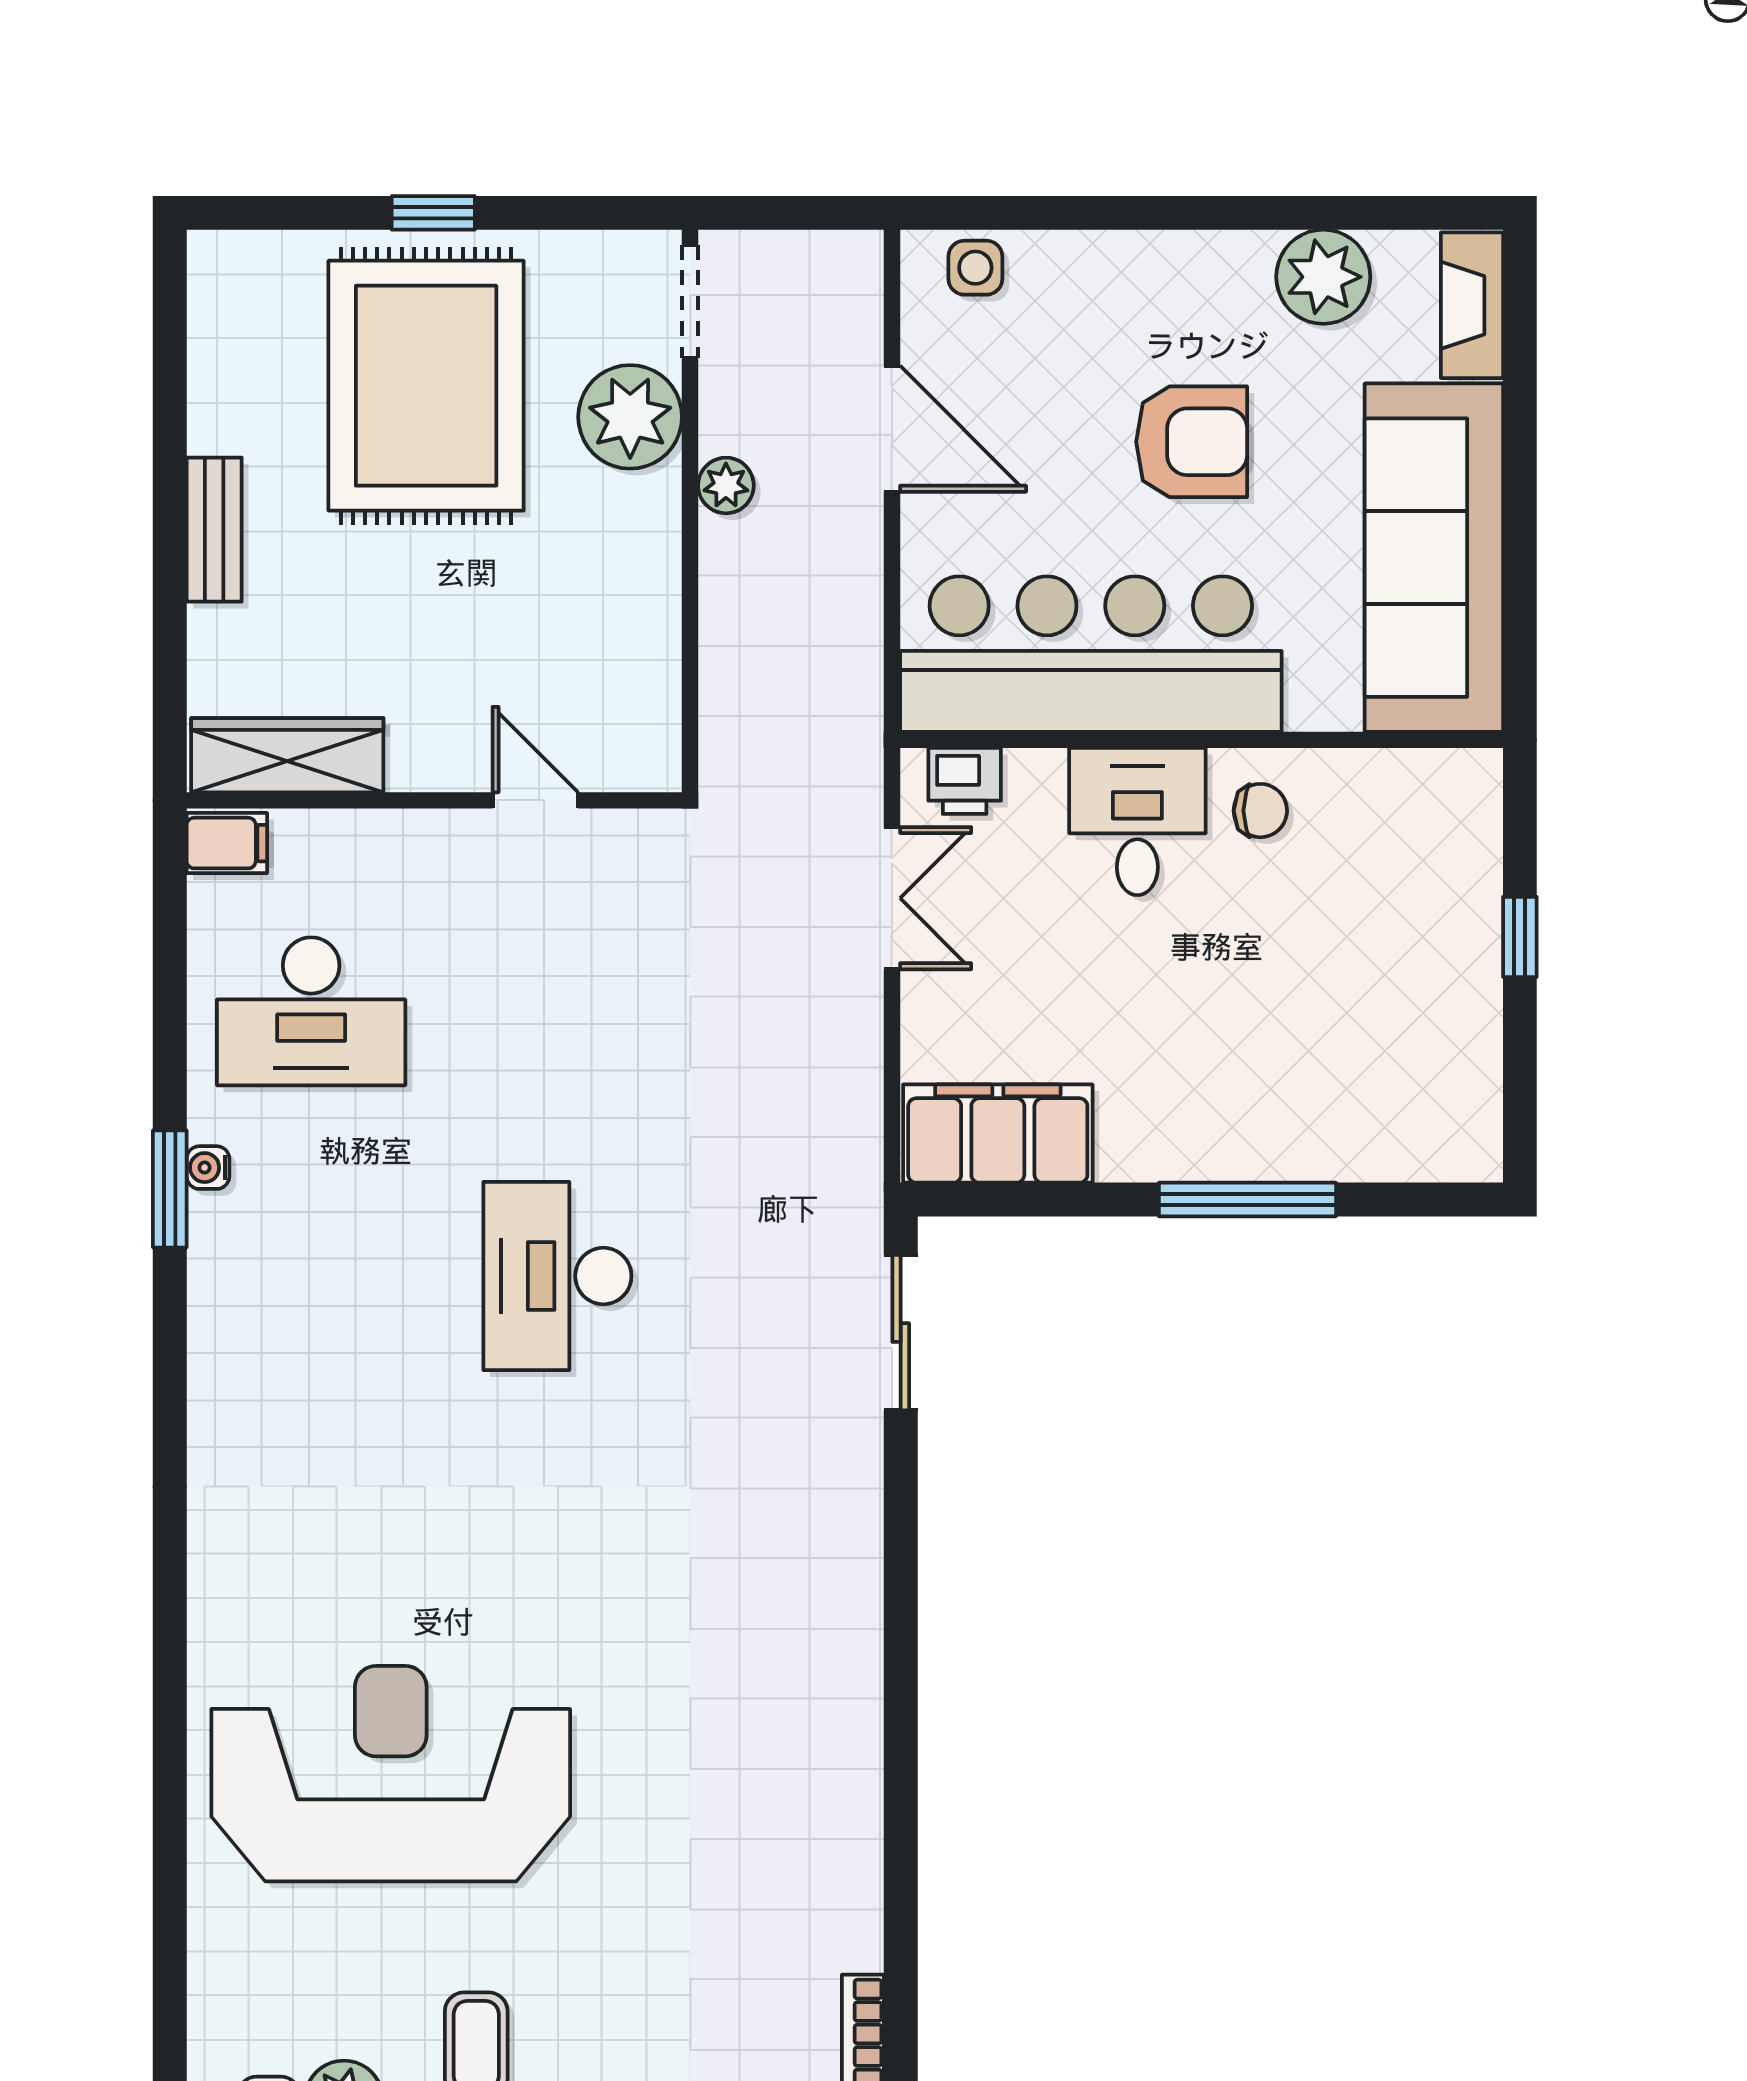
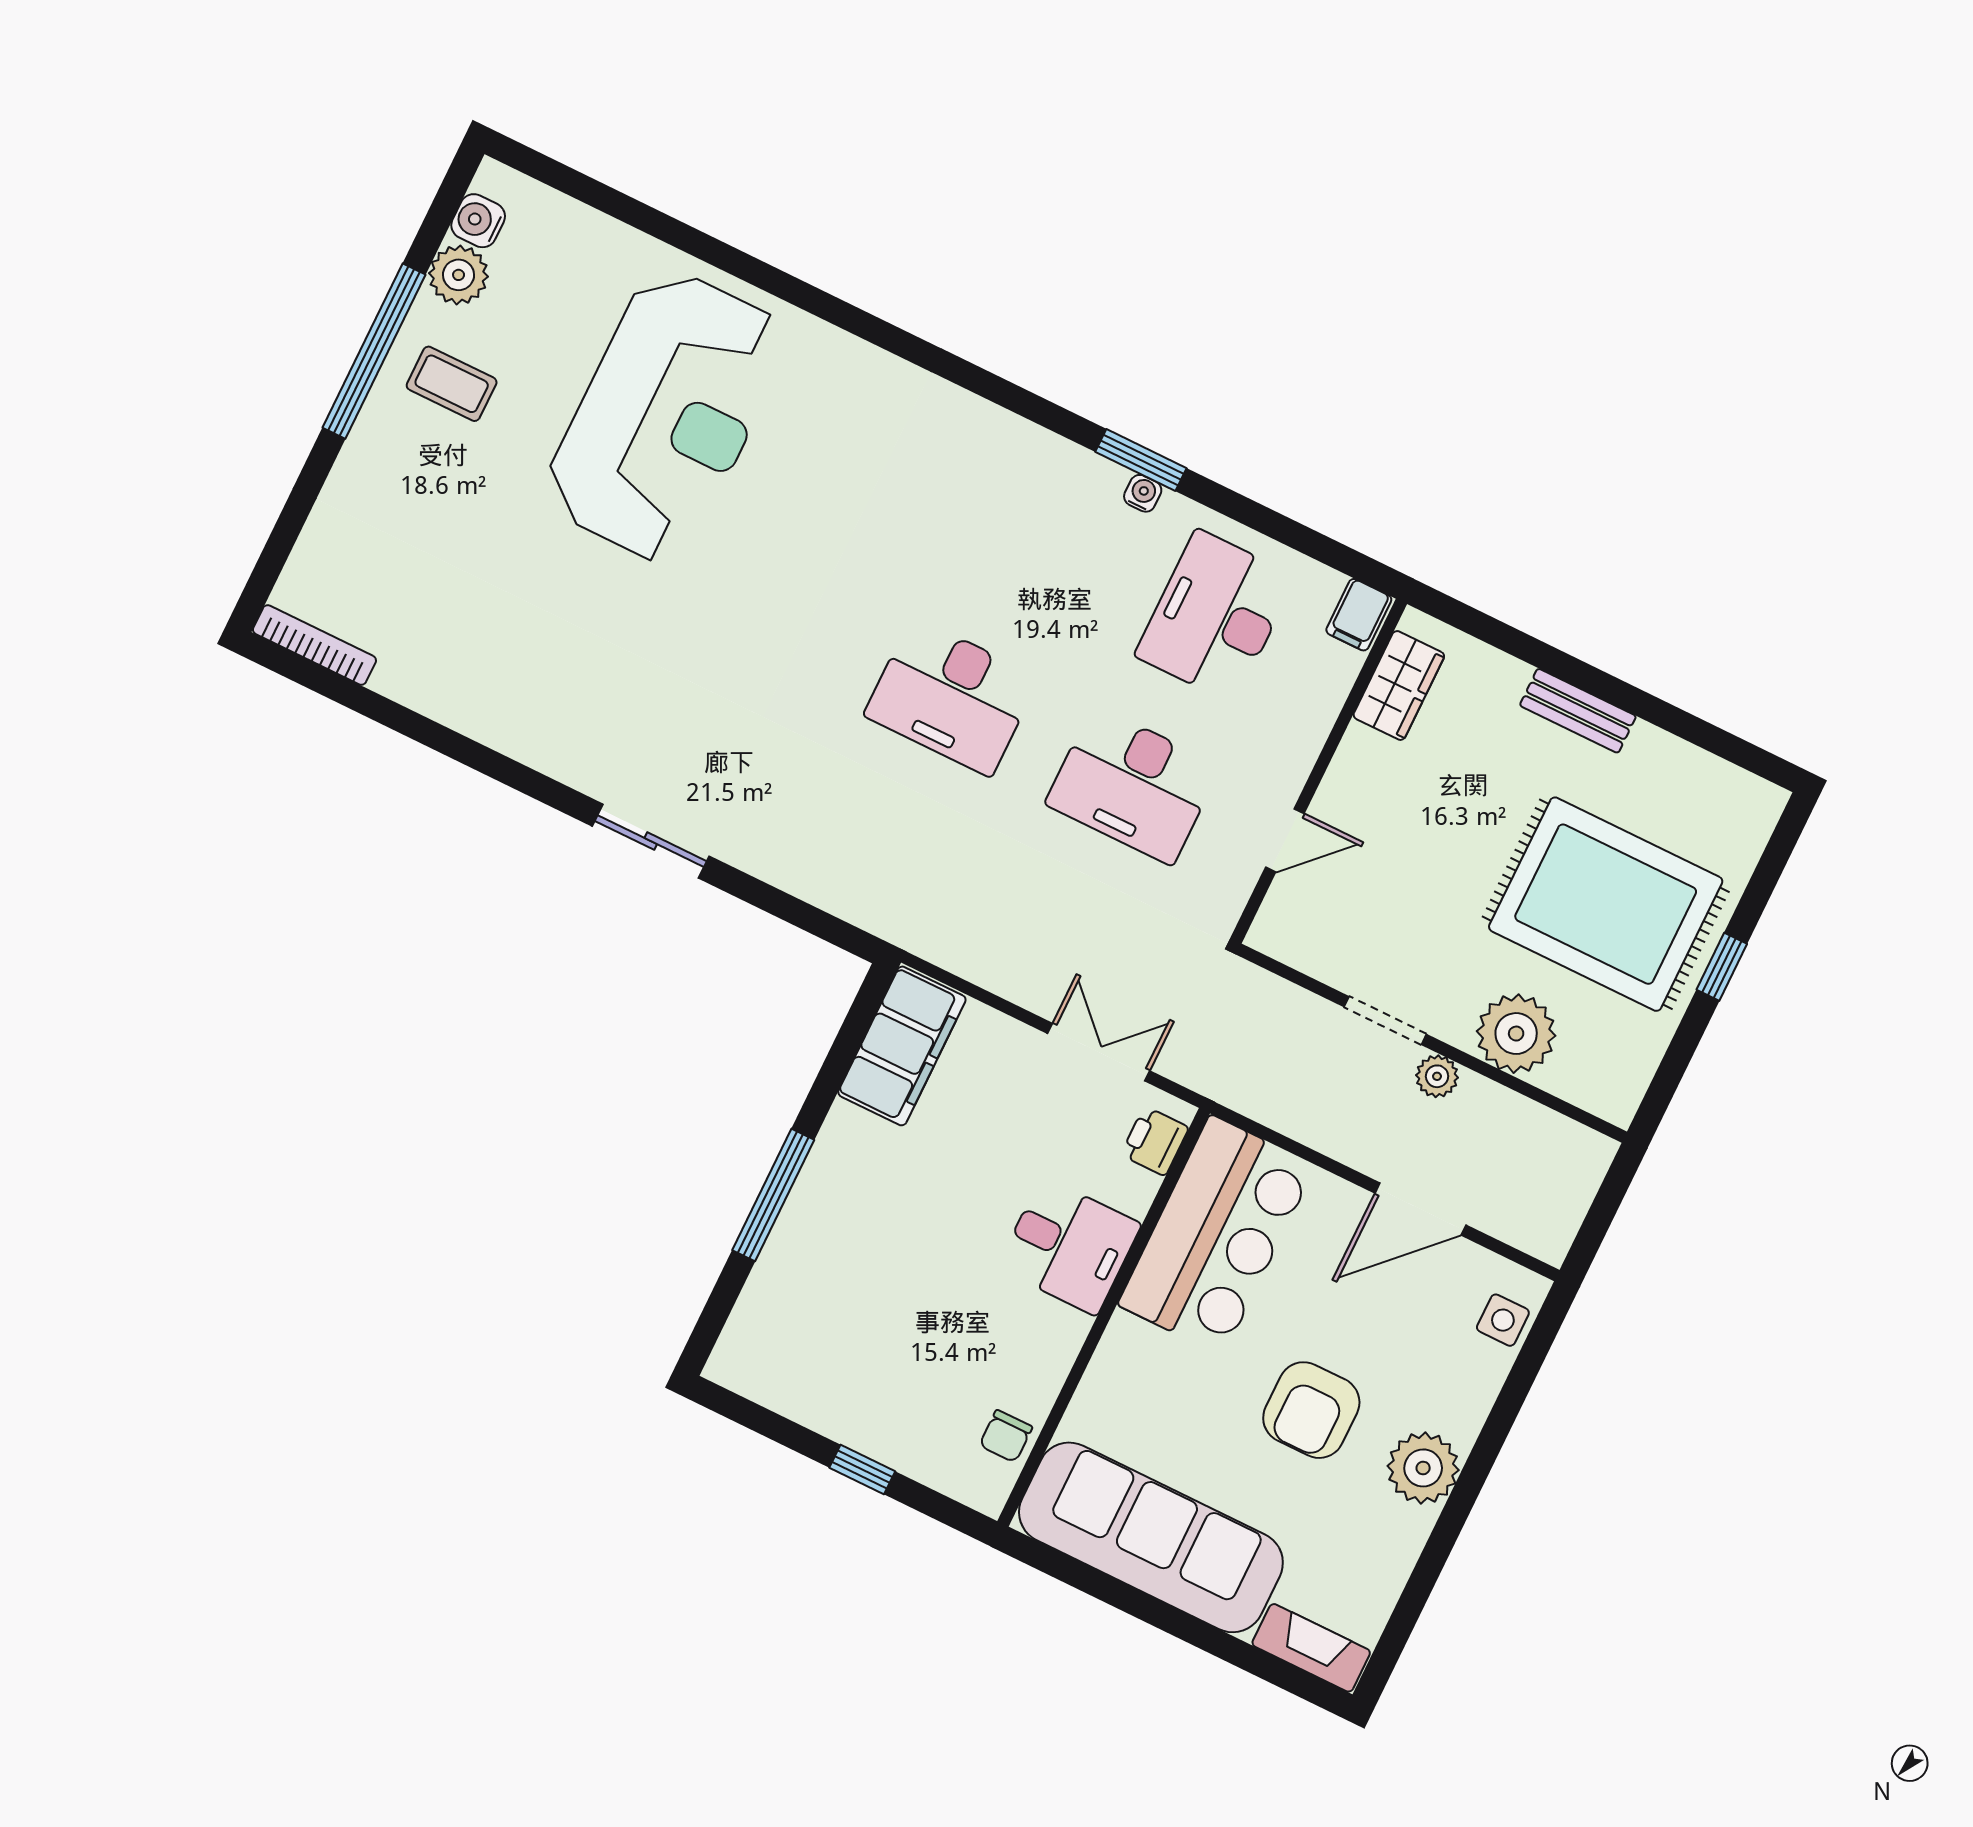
plant: (1323, 277) -> (1423, 1468), moved
doorway: (690, 302) -> (1385, 1021), moved
bar counter: (1091, 654) -> (1217, 1235), width x0.73
wardrobe: (287, 755) -> (1399, 685), width x0.67
chair: (1260, 811) -> (1006, 1436), moved
double door: (892, 898) -> (1099, 1052), swing flipped
desk: (557, 1011) -> (1133, 785), added
desk: (557, 1276) -> (952, 697), turned 180
sliding door: (901, 1333) -> (651, 841), moved

